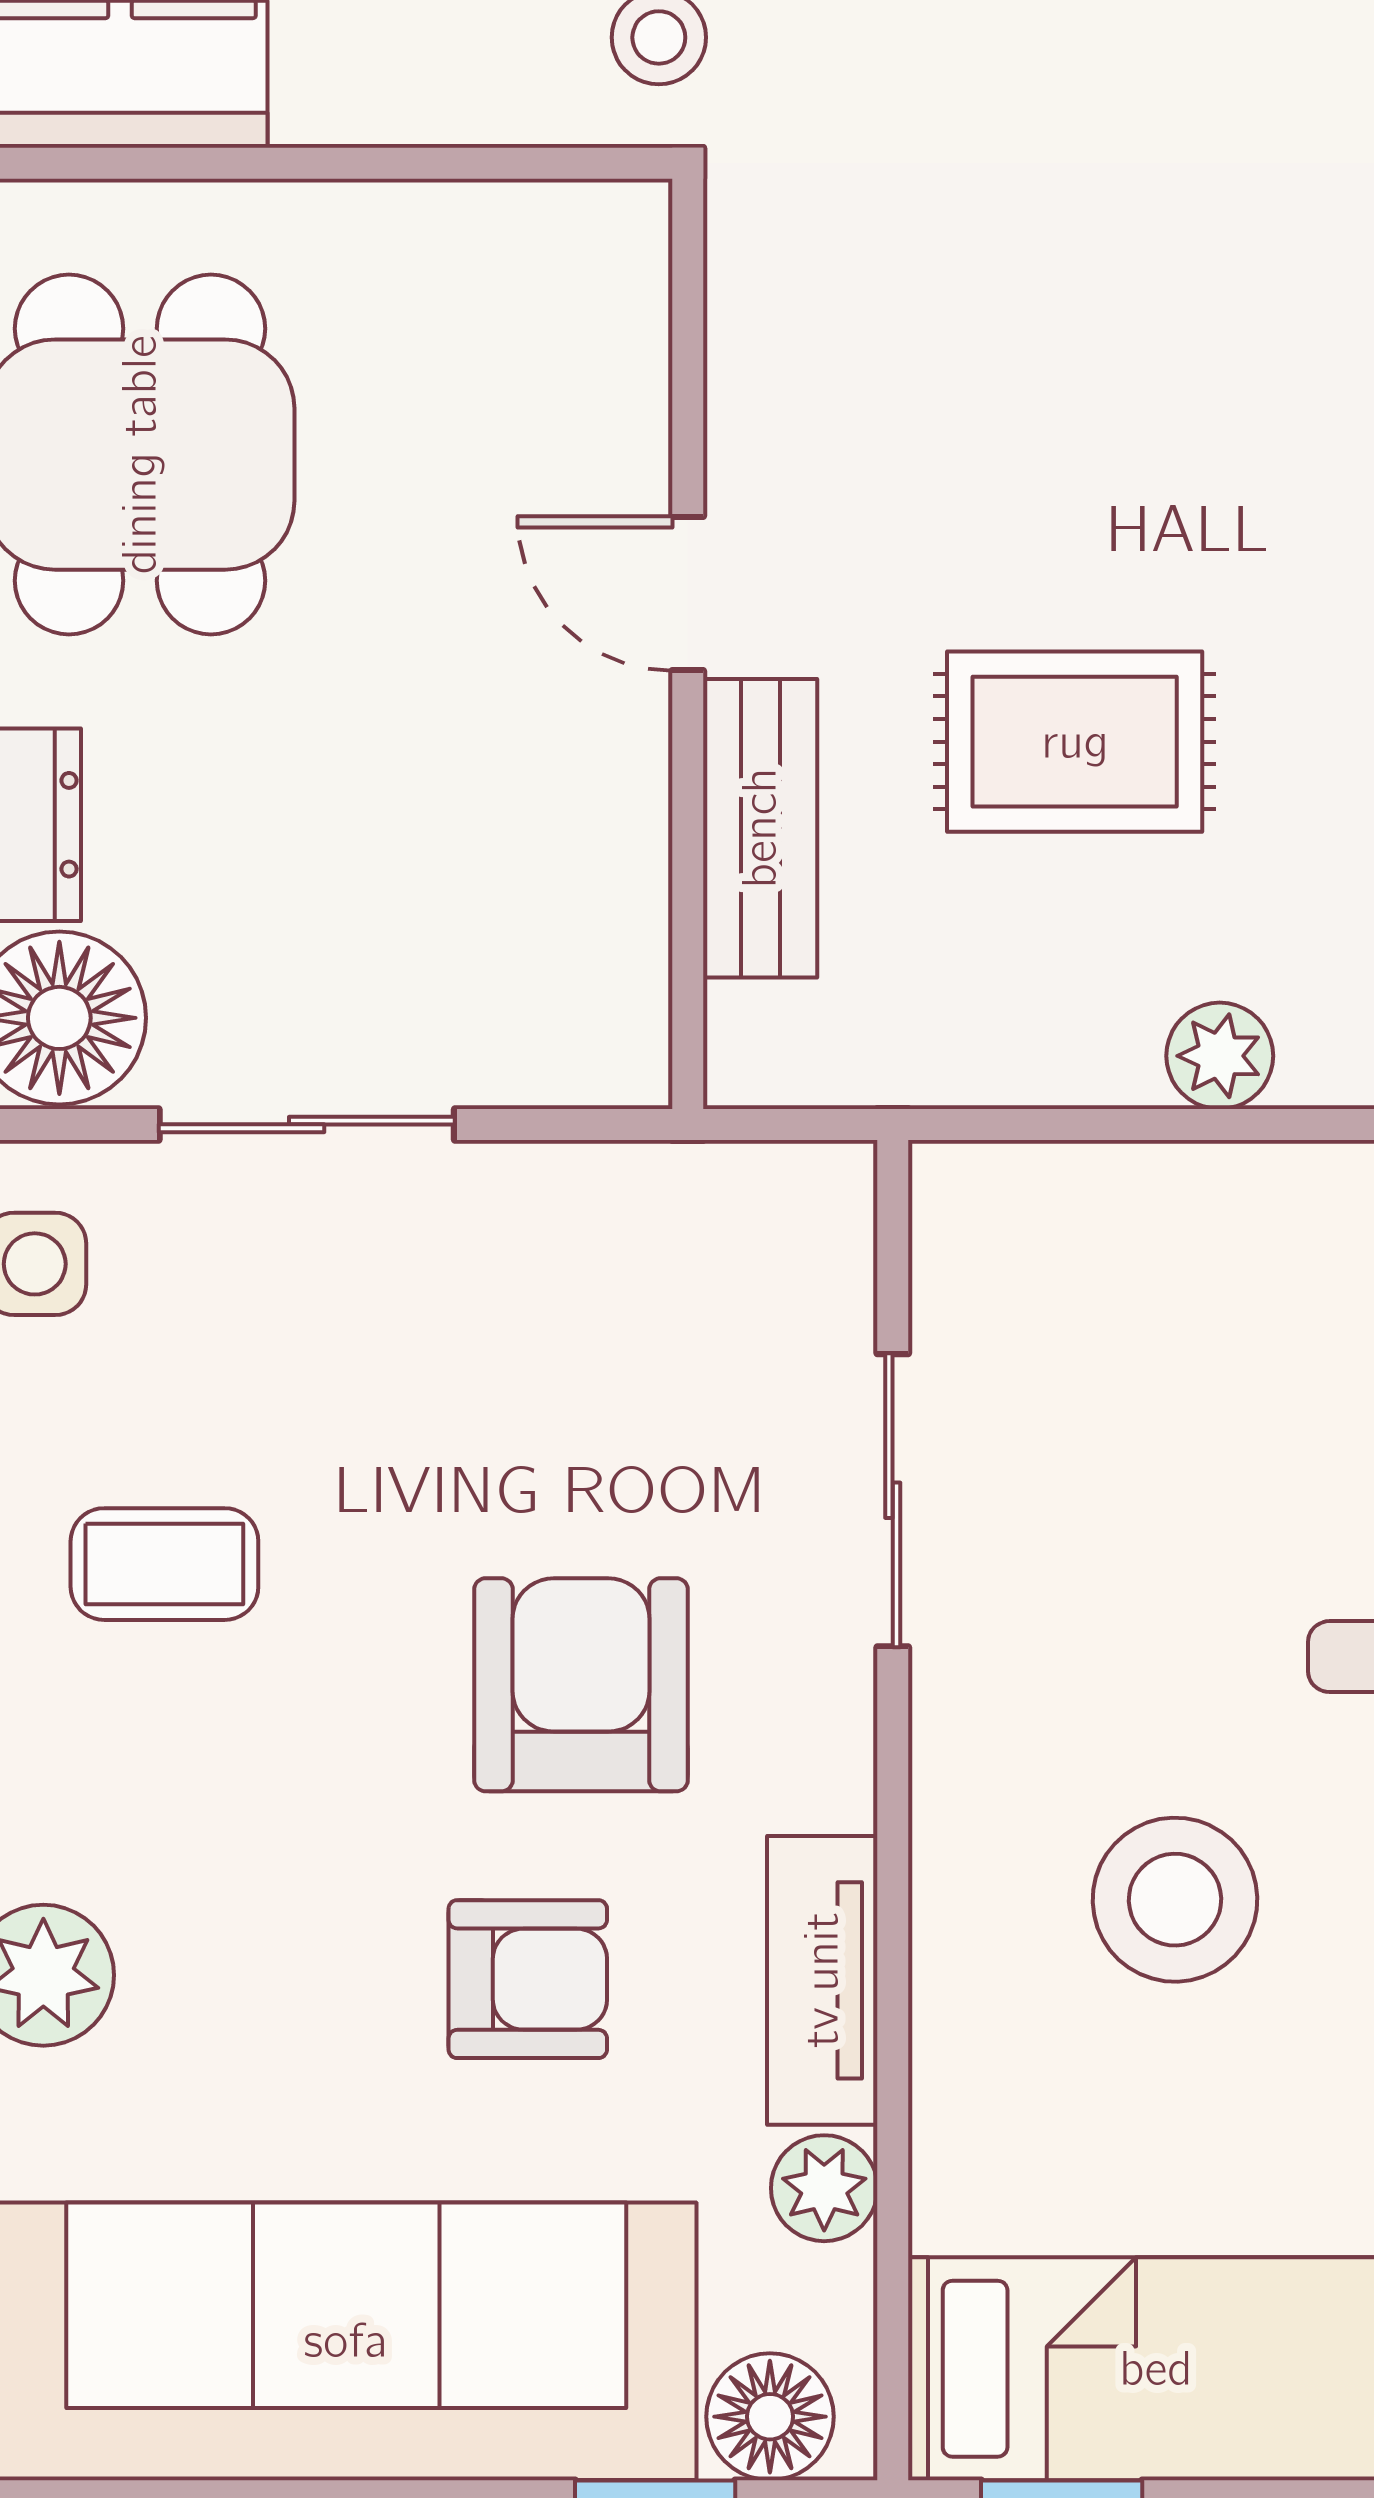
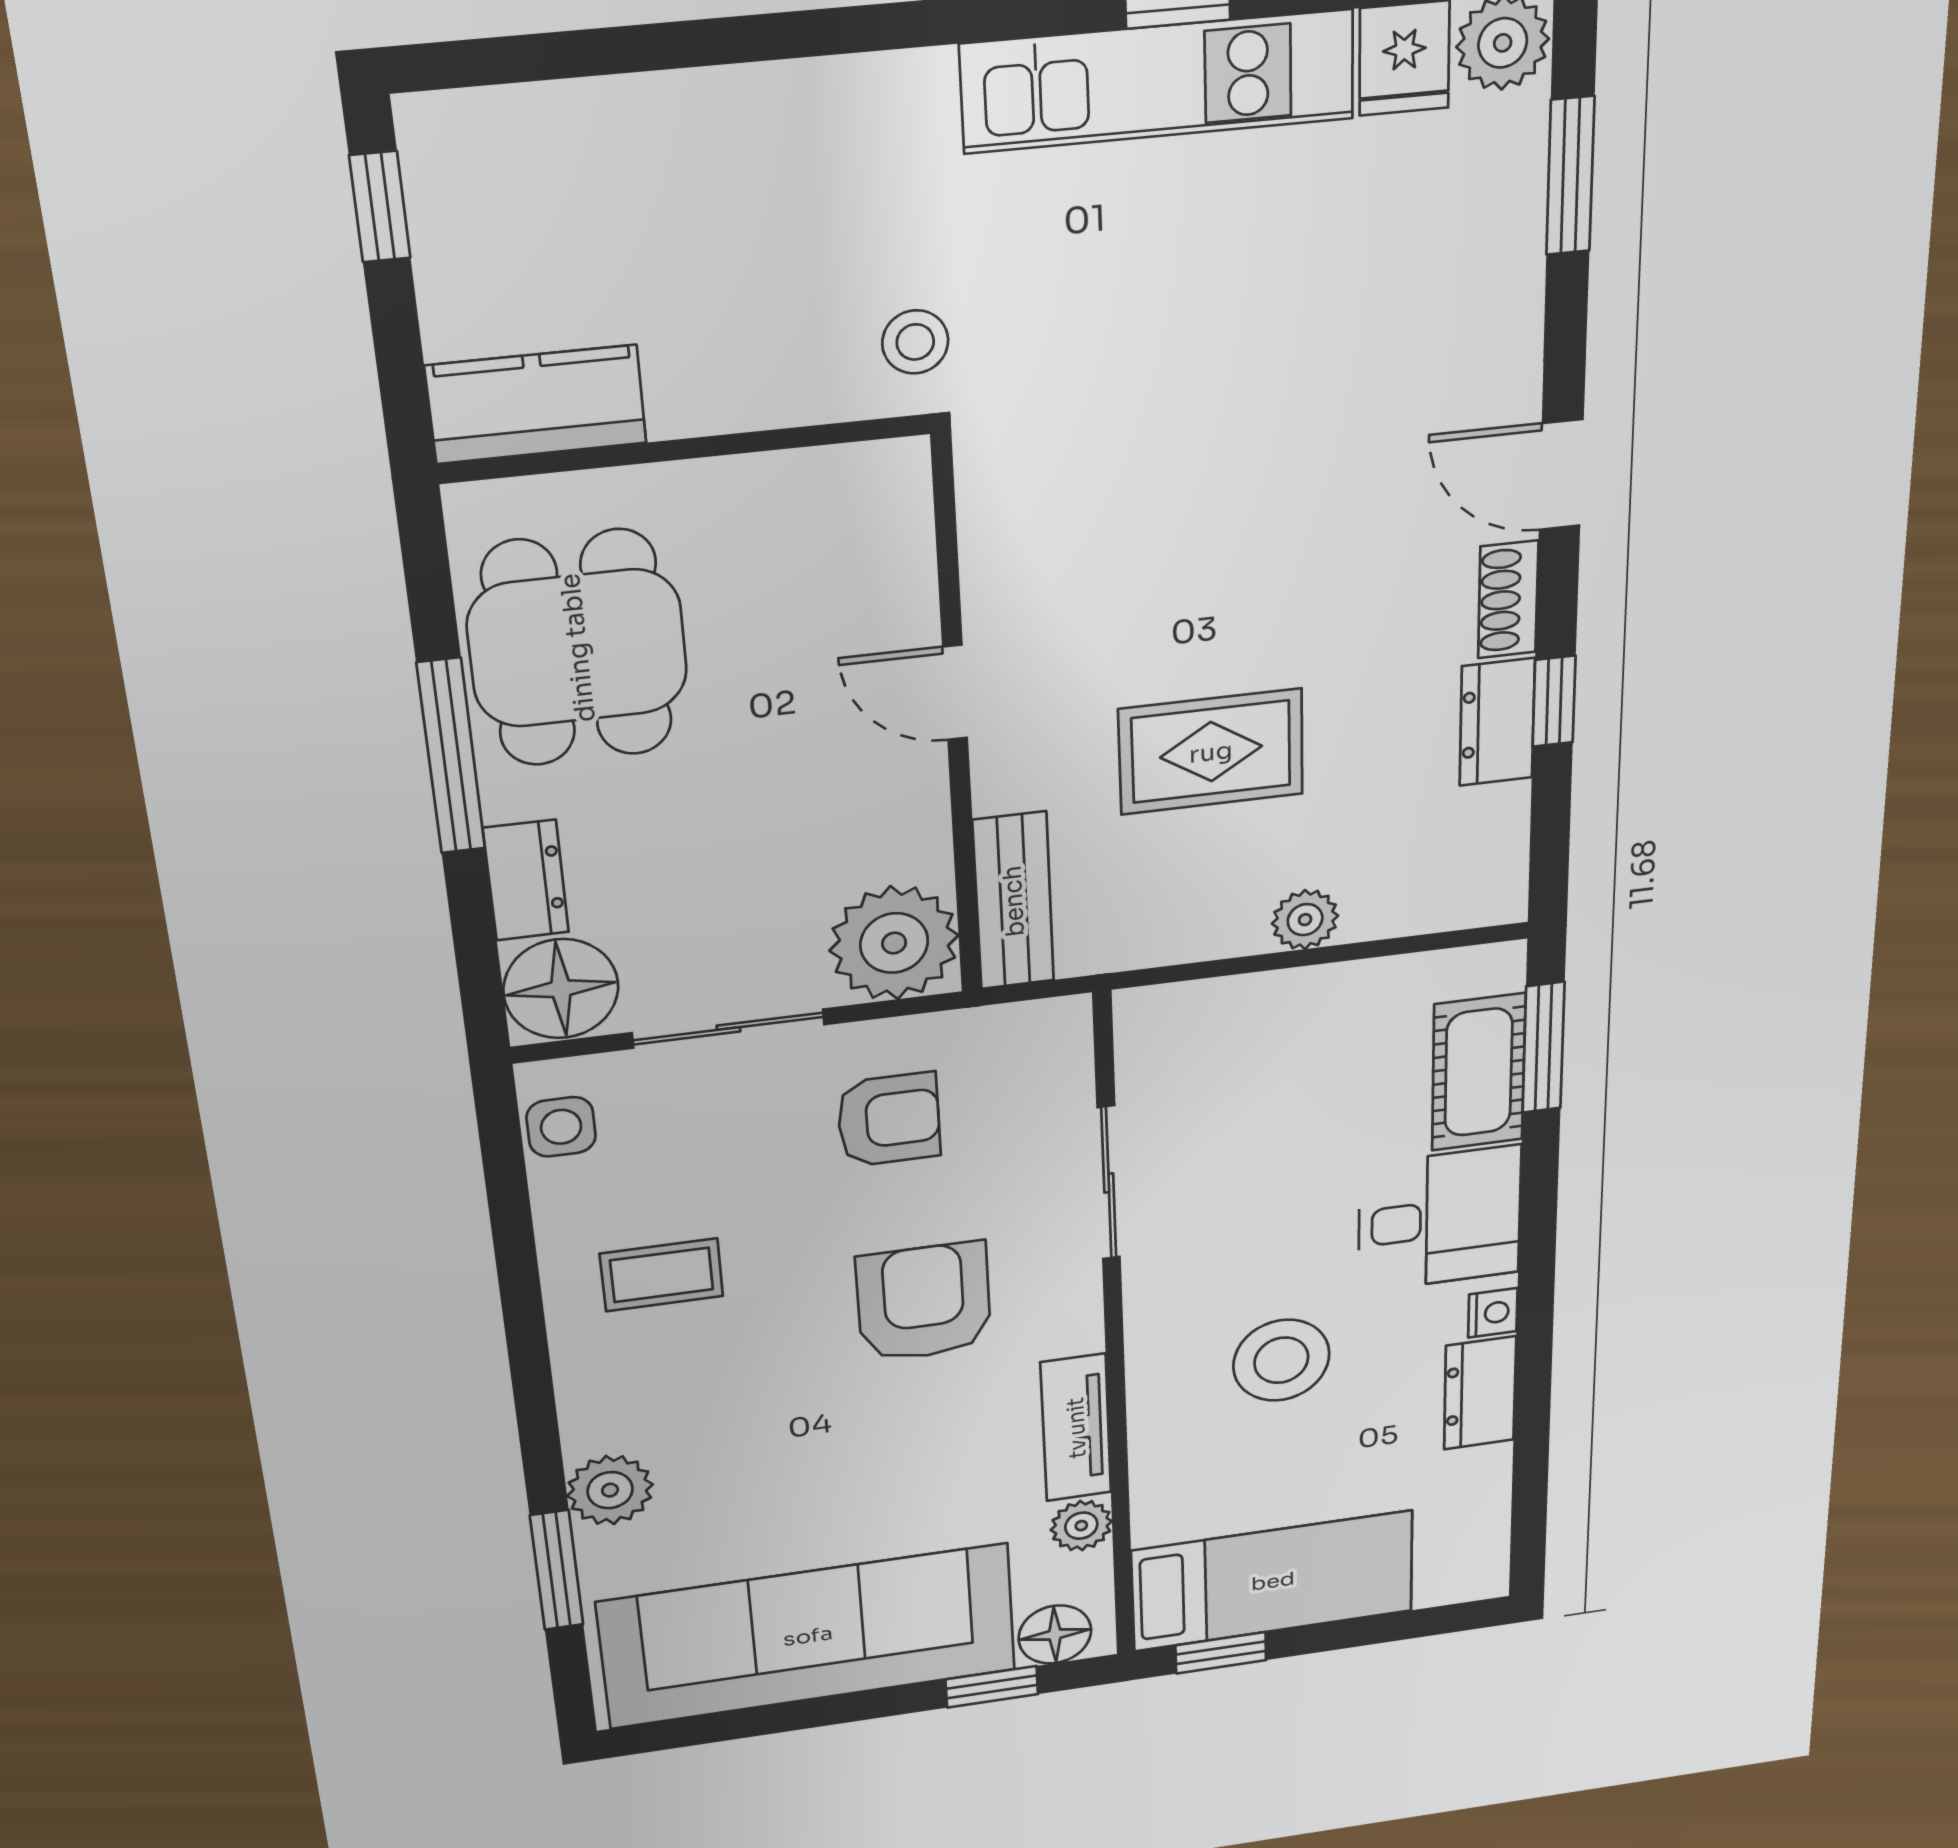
bench: (760, 828) -> (1013, 901), moved
plant: (572, 1009) -> (894, 943), added
armchair: (528, 1979) -> (889, 1120), moved

